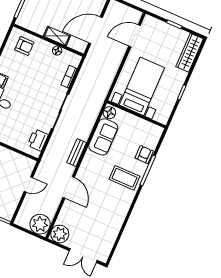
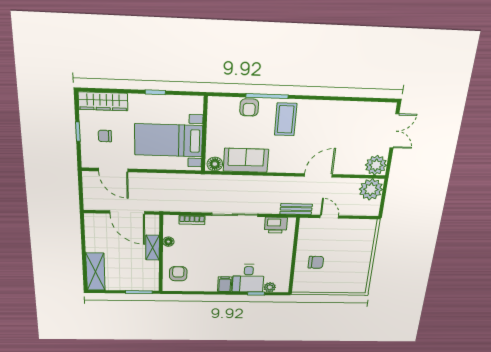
chair: (163, 42) -> (105, 136), added
bench: (77, 153) -> (296, 209), moved
armchair: (144, 155) -> (249, 107), turned -90

